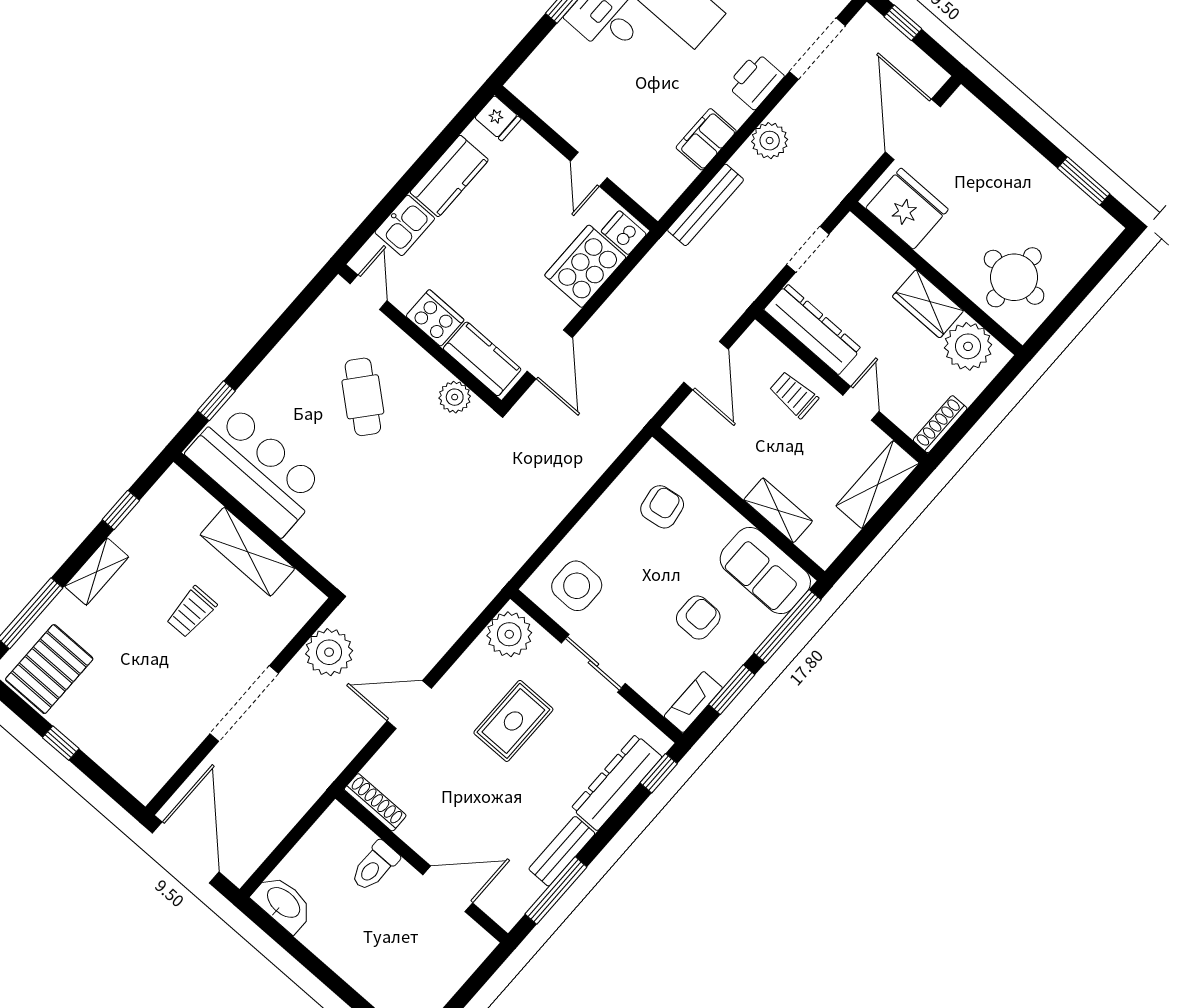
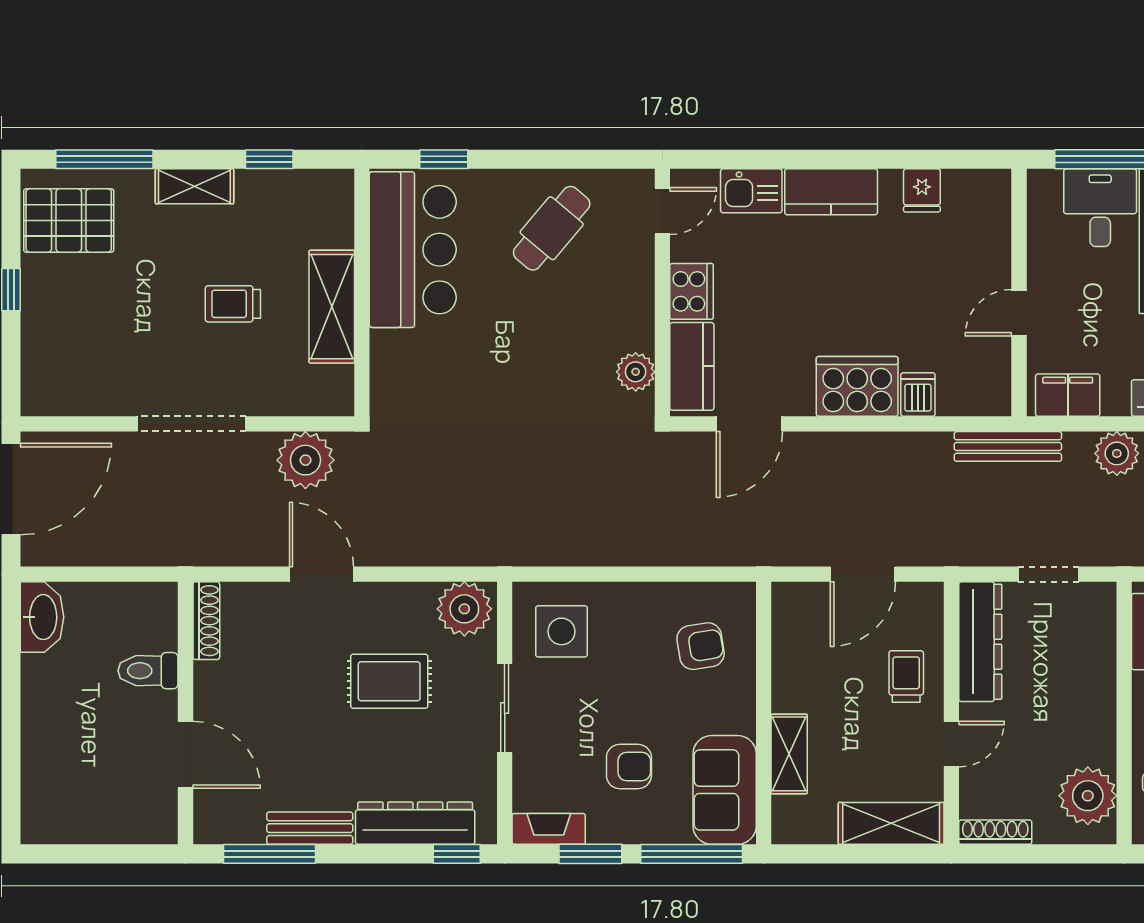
wall: (576, 158) -> (1019, 293), moved
door: (589, 169) -> (1019, 313), moved
wardrobe: (928, 304) -> (1095, 726), removed
cafe table: (363, 397) -> (552, 228), moved

